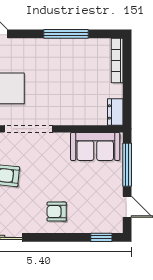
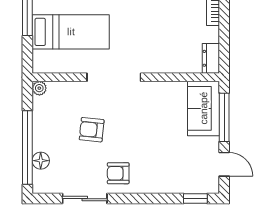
sofa: (95, 146) -> (204, 108), moved, turned 90
armchair: (57, 212) -> (118, 173), moved

